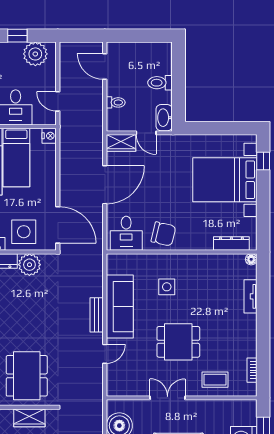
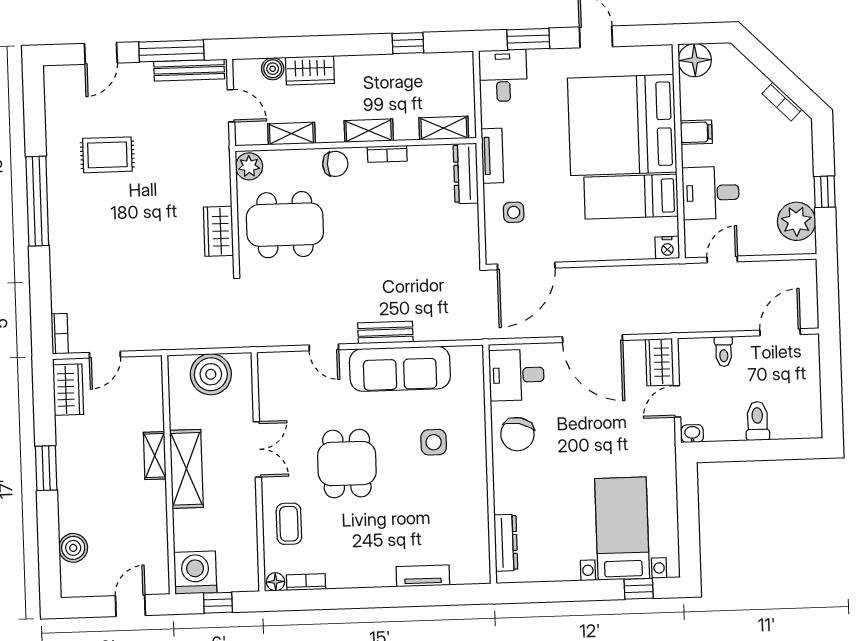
washbasin: (164, 118) -> (692, 434), width x0.52, depth x0.69
bed with nightstands: (225, 180) -> (622, 529), width x0.73
side table: (24, 232) -> (514, 212), width x0.54, depth x0.54
floor lamp: (251, 259) -> (276, 582), moved
plant: (29, 265) -> (462, 223), removed

